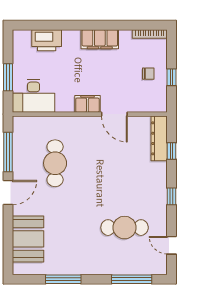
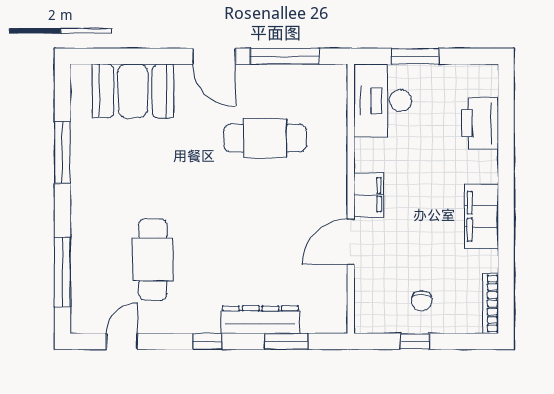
dresser: (159, 138) -> (260, 320), moved
window: (171, 151) -> (286, 341), width x1.50

